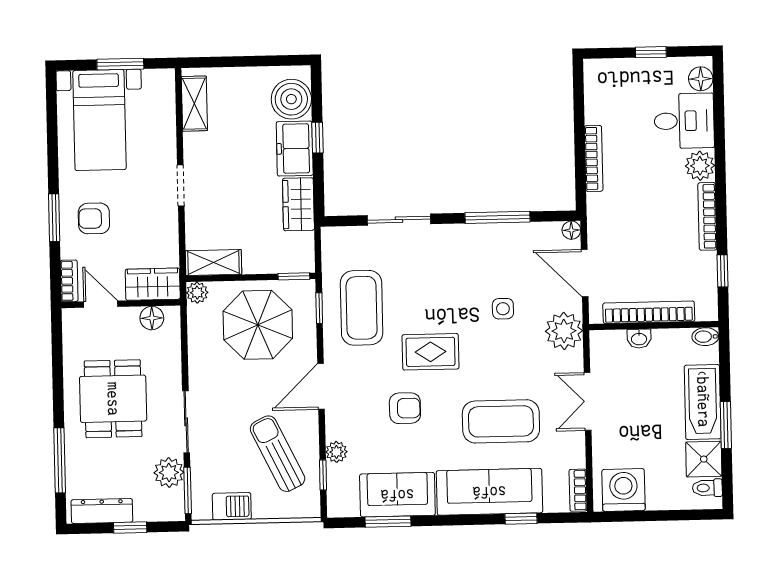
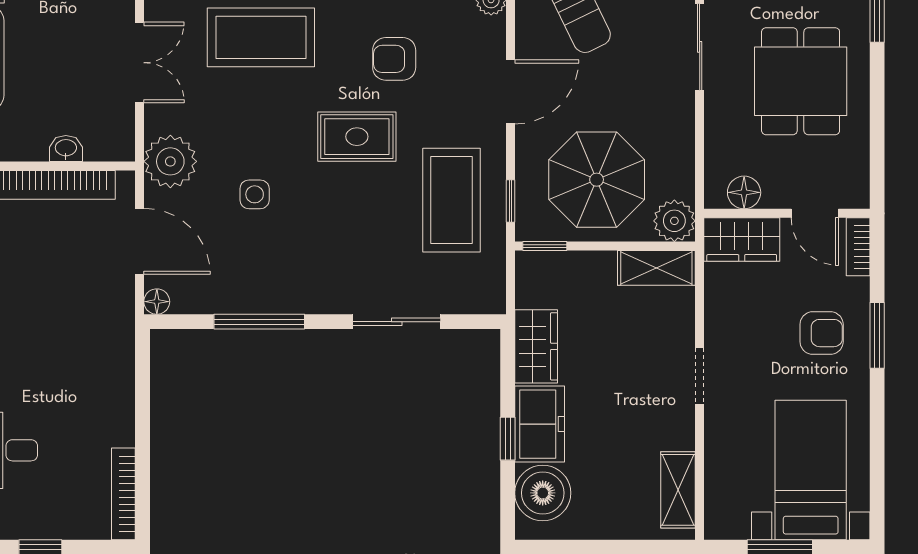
bookcase: (594, 158) -> (123, 494), moved
plant: (197, 293) -> (674, 221), width x1.38, depth x1.38

